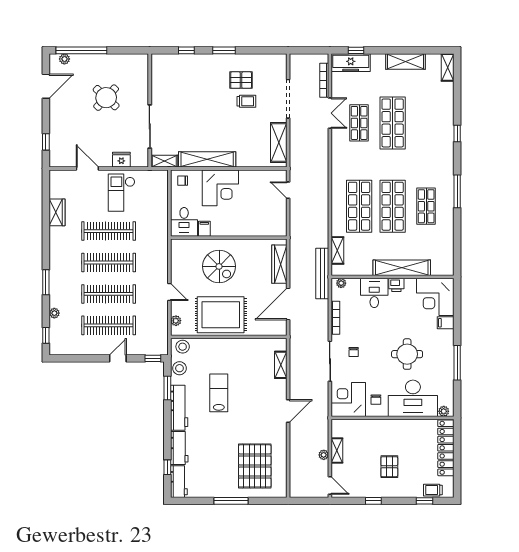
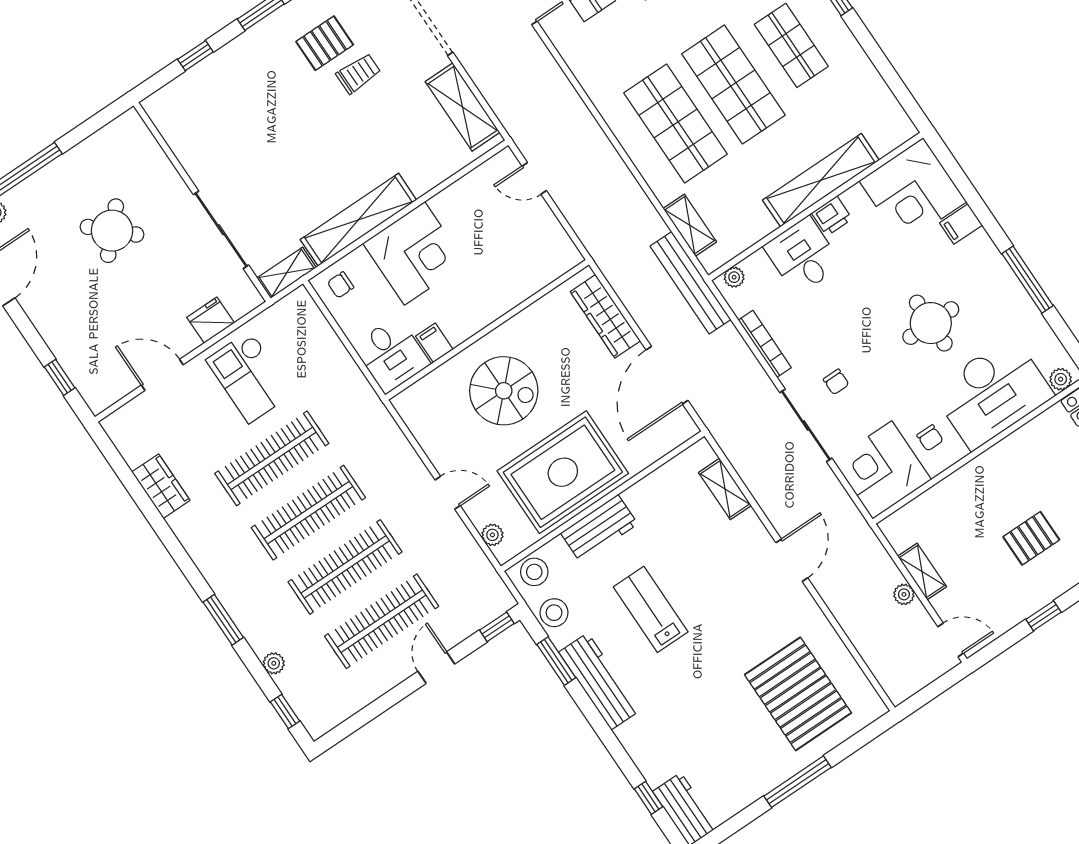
workbench: (179, 448) -> (599, 529), moved, turned 90
pallet: (389, 467) -> (1031, 538), turned 90

